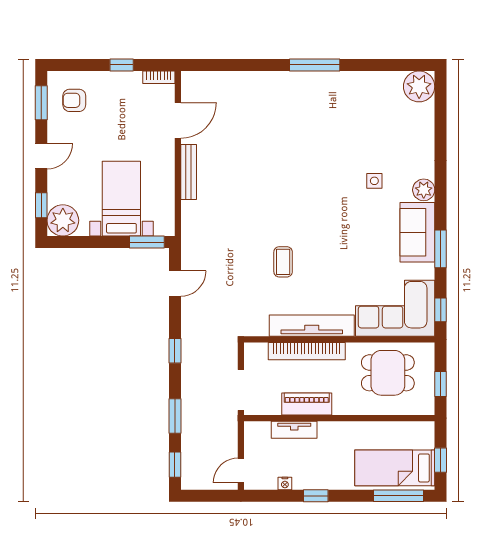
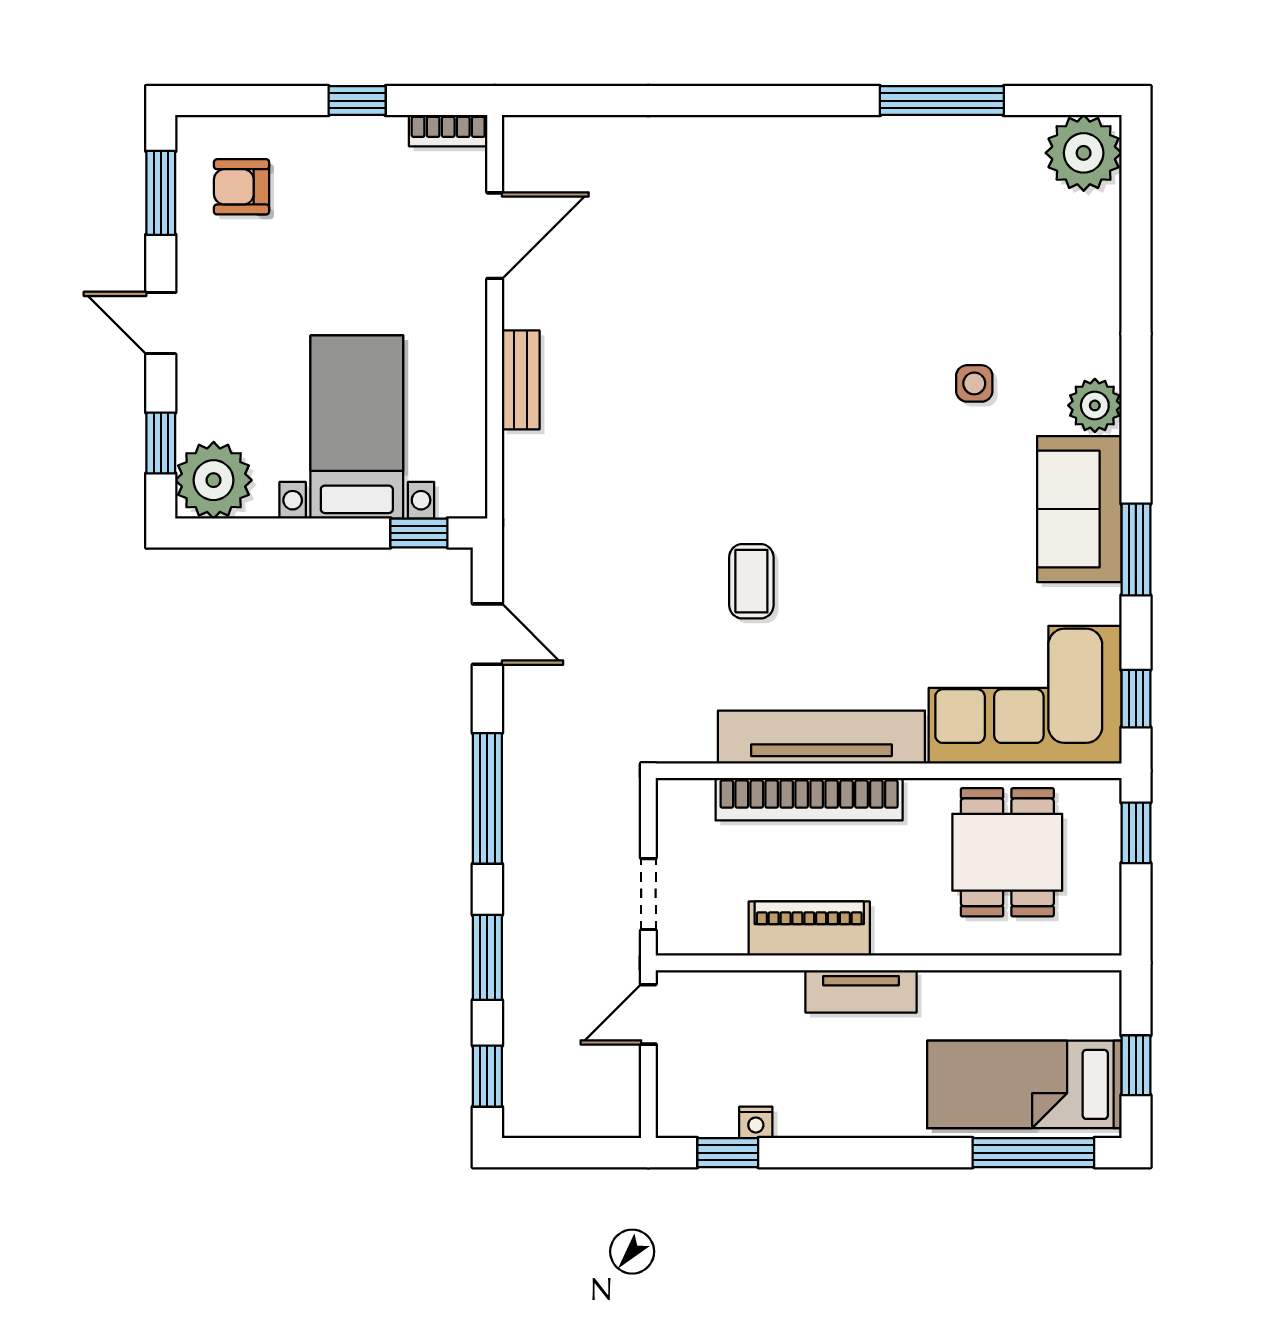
window: (315, 65) -> (942, 101), moved
door: (41, 156) -> (161, 323), swing flipped
bench: (189, 172) -> (521, 380), width x0.73
window: (147, 242) -> (419, 533), width x0.67
door: (175, 284) -> (487, 634), hinge flipped
window: (175, 351) -> (487, 798), width x2.17
dining table: (388, 373) -> (1007, 852), turned 90
window: (441, 384) -> (1136, 833), moved
doorway: (241, 390) -> (648, 894), width x0.73
tv unit: (294, 430) -> (861, 991), moved
door: (241, 471) -> (648, 1014), moved
window: (316, 496) -> (728, 1153), moved

